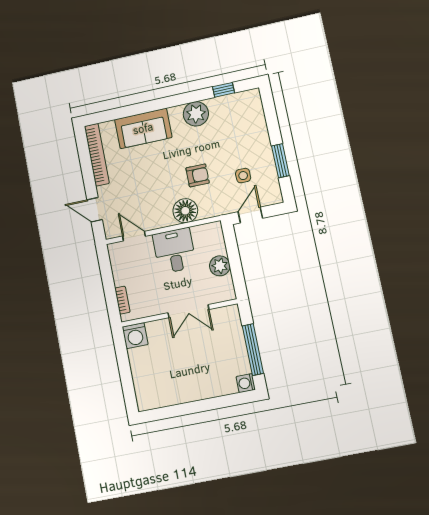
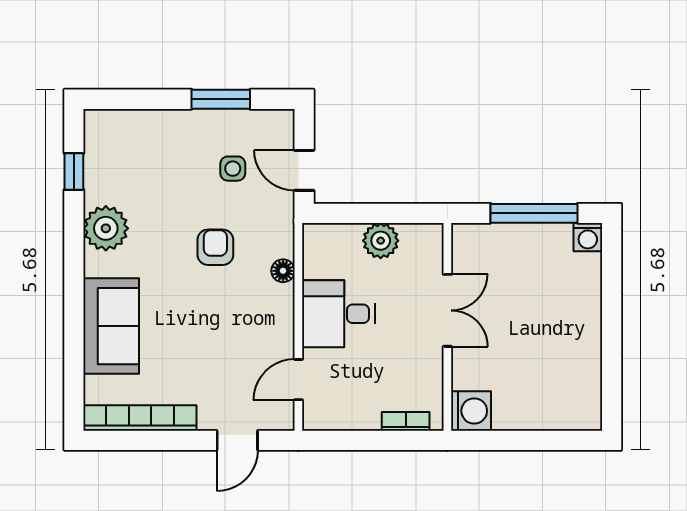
floor lamp: (185, 211) -> (283, 271), width x0.53, depth x0.53

